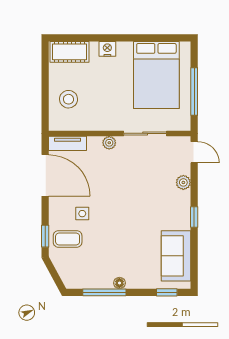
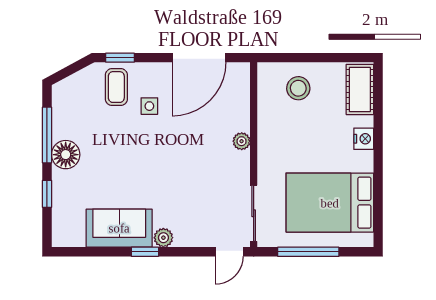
sliding door: (145, 133) -> (254, 213), moved
tv unit: (68, 143) -> (241, 87), removed
plant: (183, 182) -> (163, 238), moved
sofa: (176, 256) -> (119, 228), moved
floor lamp: (119, 283) -> (66, 155), width x1.89, depth x1.89
window: (167, 292) -> (47, 194), moved

